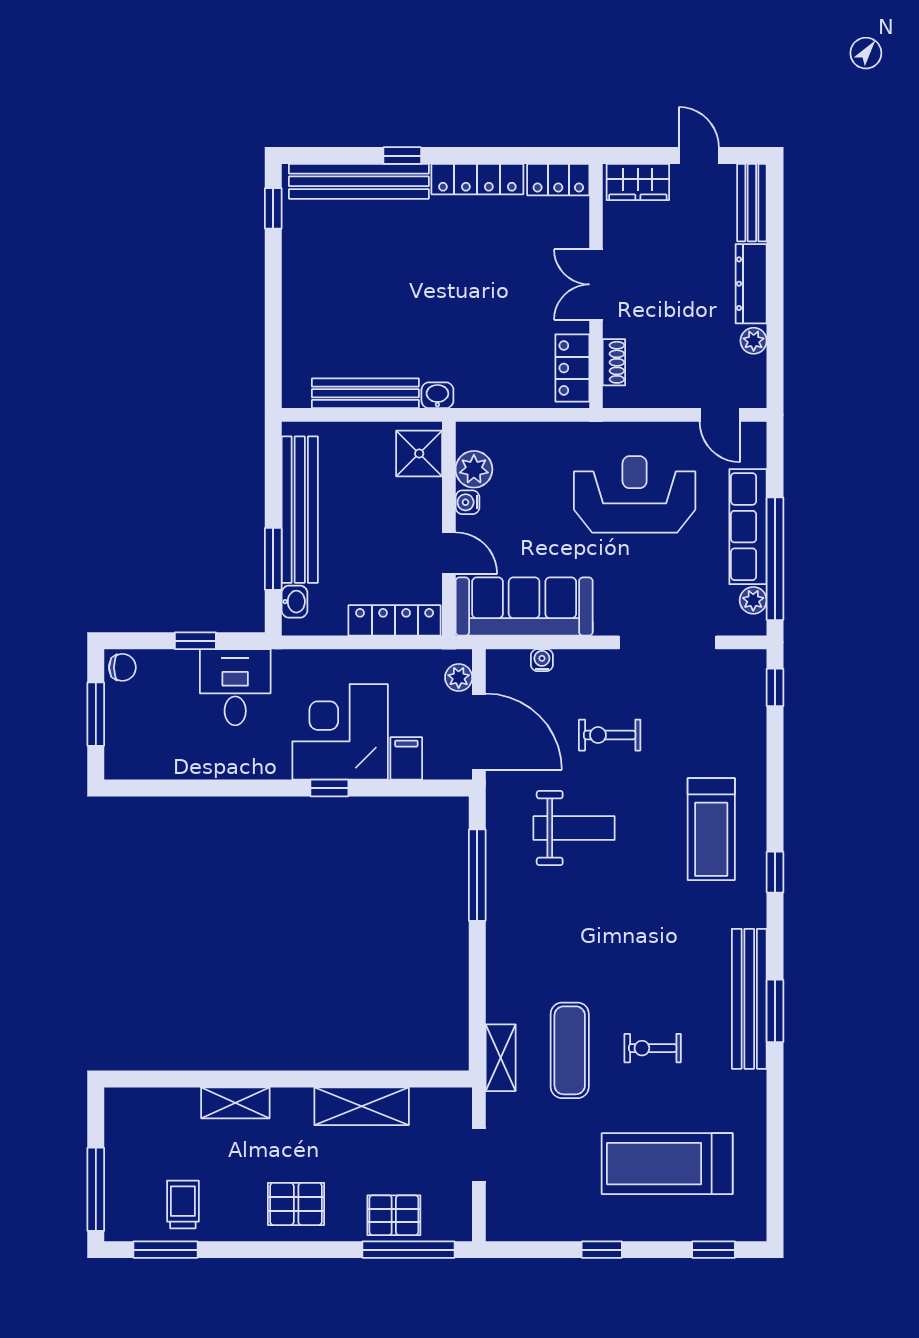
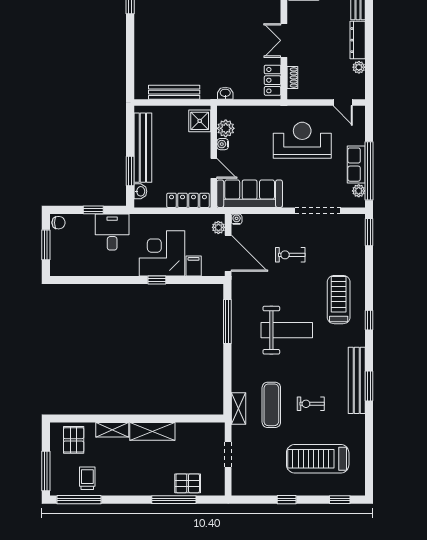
washbasin: (437, 395) -> (225, 93), moved
row of seats: (748, 527) -> (356, 165), width x0.68
water cooler: (542, 660) -> (237, 219), moved
window: (775, 687) -> (369, 232), width x1.50
weight bench: (574, 828) -> (287, 330), moved, width x1.36, depth x1.33
treadmill: (711, 829) -> (339, 300), turned 180
shelving: (362, 1106) -> (152, 431), moved
pallet: (296, 1204) -> (74, 440), moved, turned 90
window: (166, 1250) -> (79, 500), width x1.44
window: (408, 1250) -> (174, 500), moved

